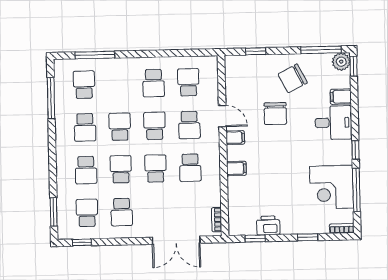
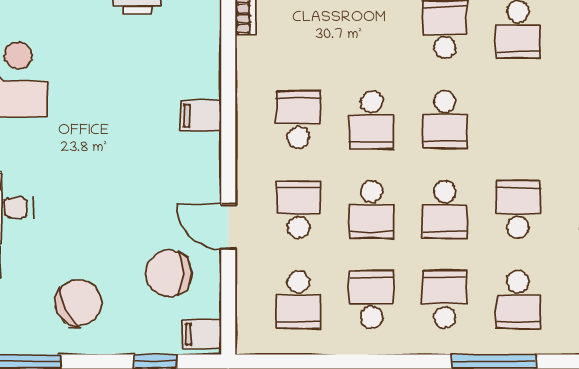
chair: (275, 114) -> (169, 273), moved, turned -90
filing cabinet: (235, 138) -> (202, 334), moved
school desk: (86, 170) -> (445, 300), moved

